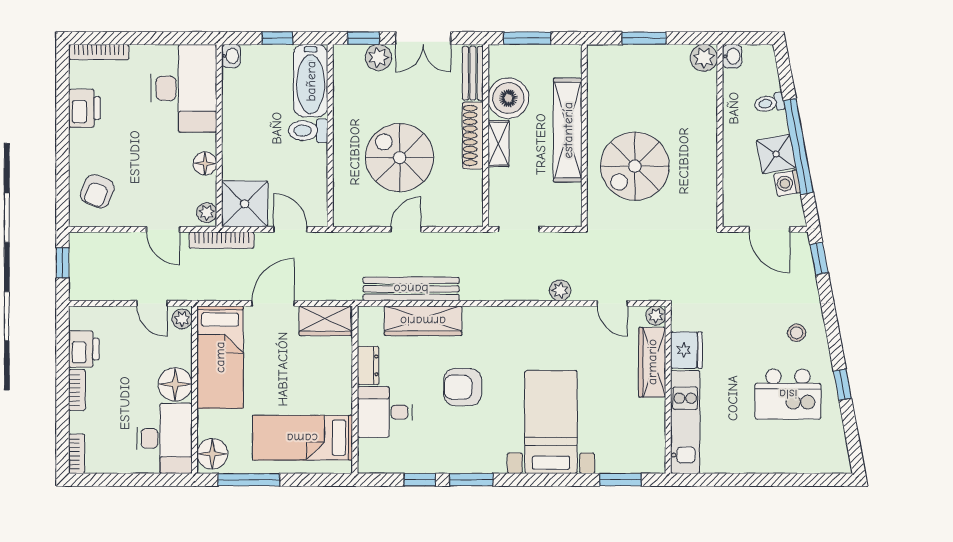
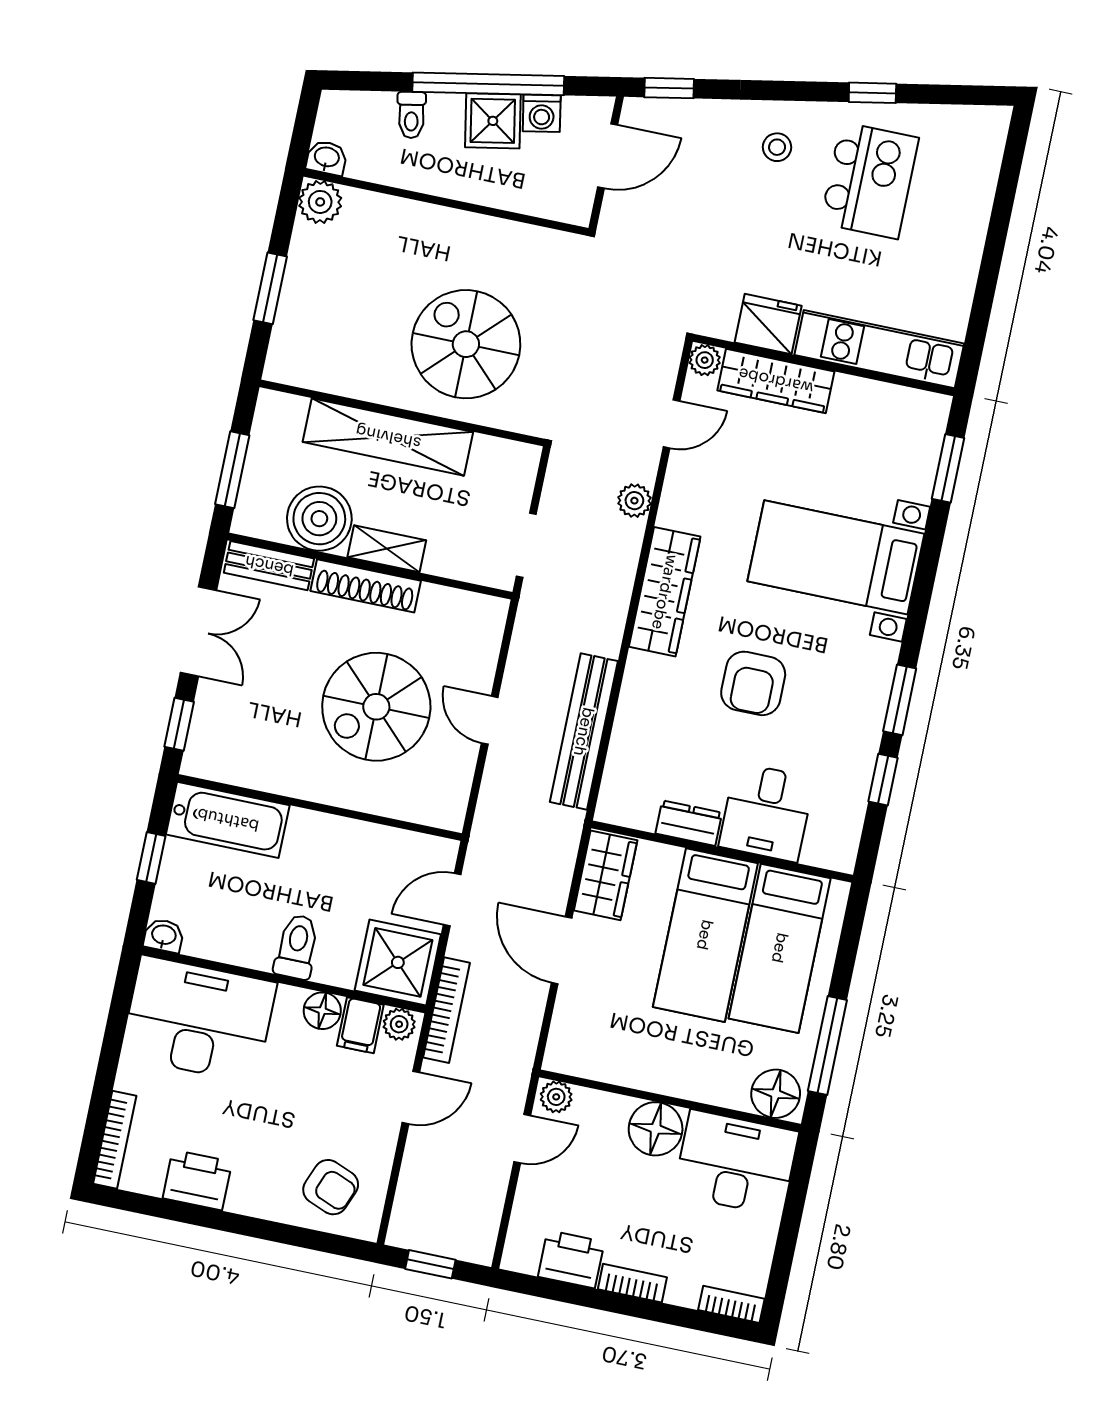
plant: (378, 57) -> (214, 707), removed
toilet: (308, 131) -> (297, 947), moved, turned 180
spiral stairs: (635, 166) -> (466, 344), turned 180
filing cabinet: (201, 189) -> (360, 1025), added
wardrobe: (423, 321) -> (665, 592), moved
bed: (220, 357) -> (705, 935), moved, turned 90

